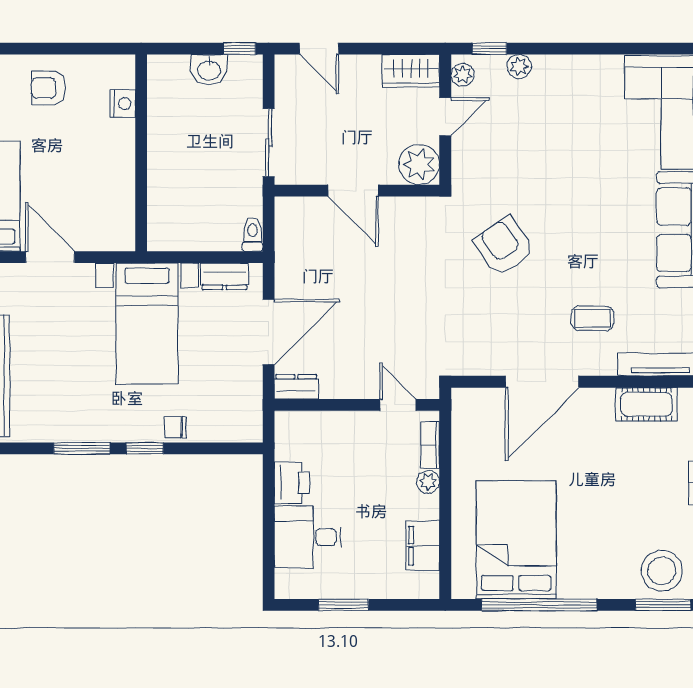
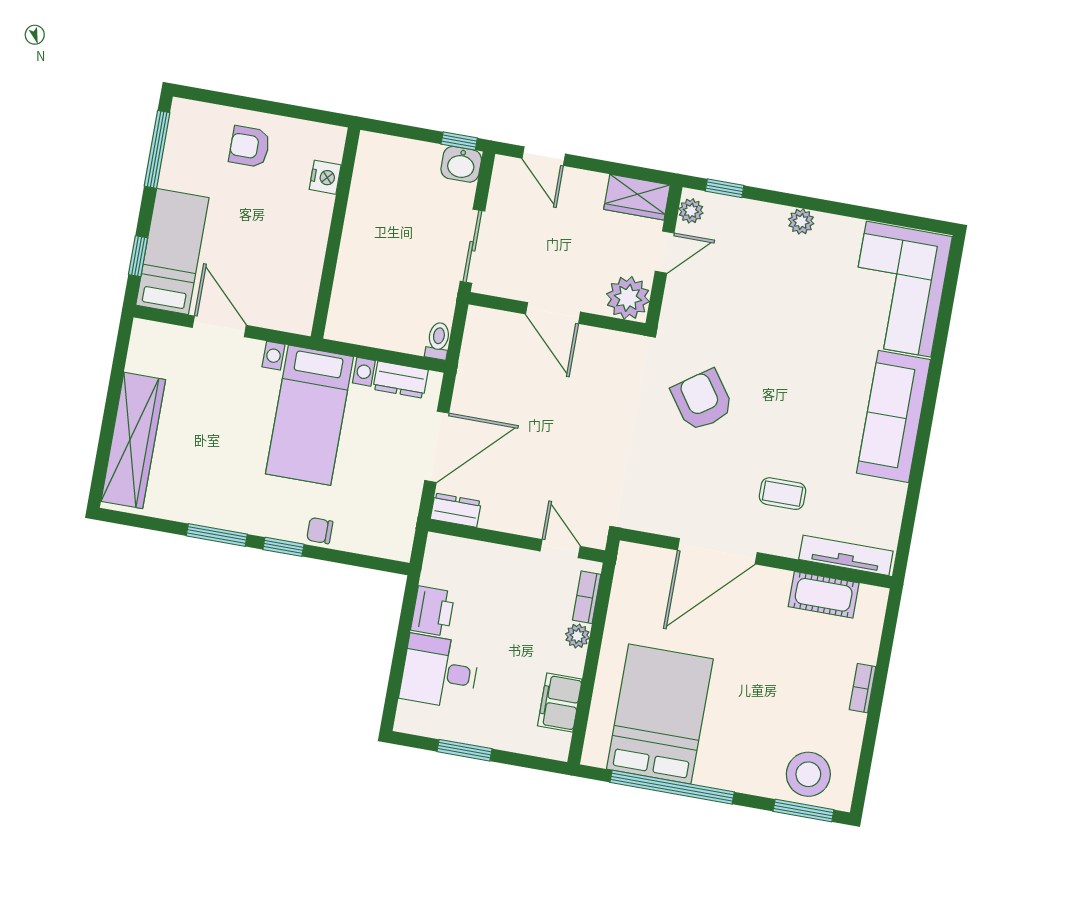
plant: (519, 66) -> (801, 221), moved
washbasin: (209, 70) -> (461, 164), moved

